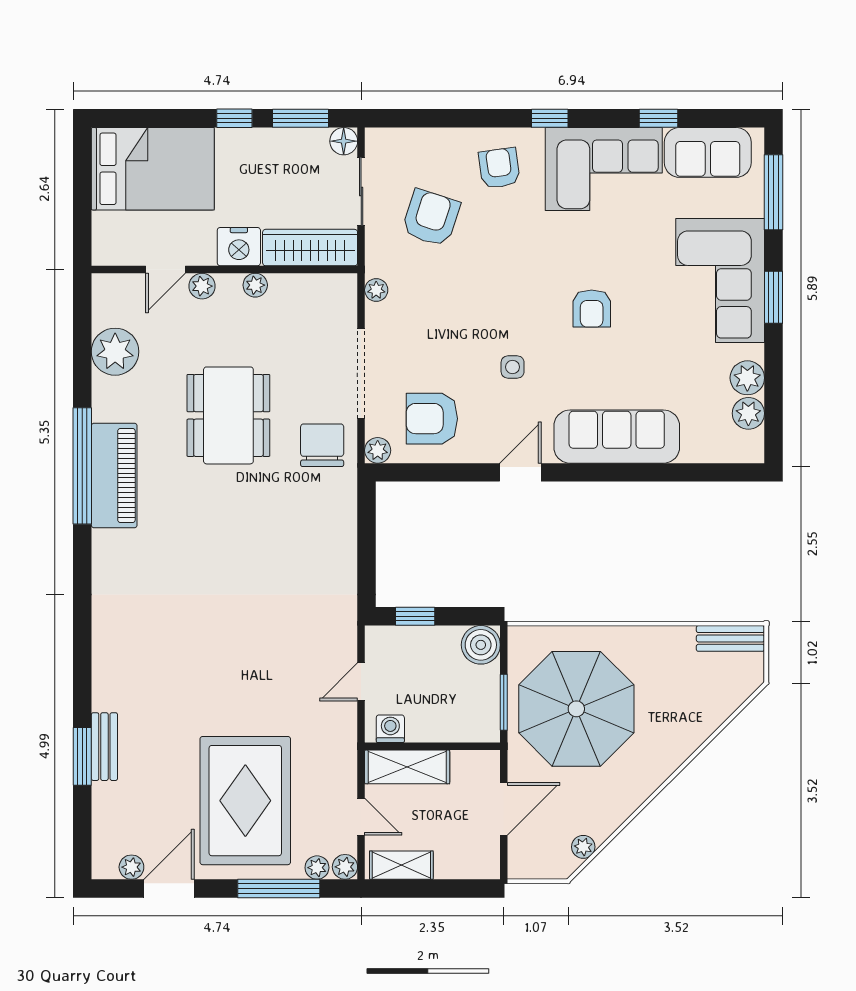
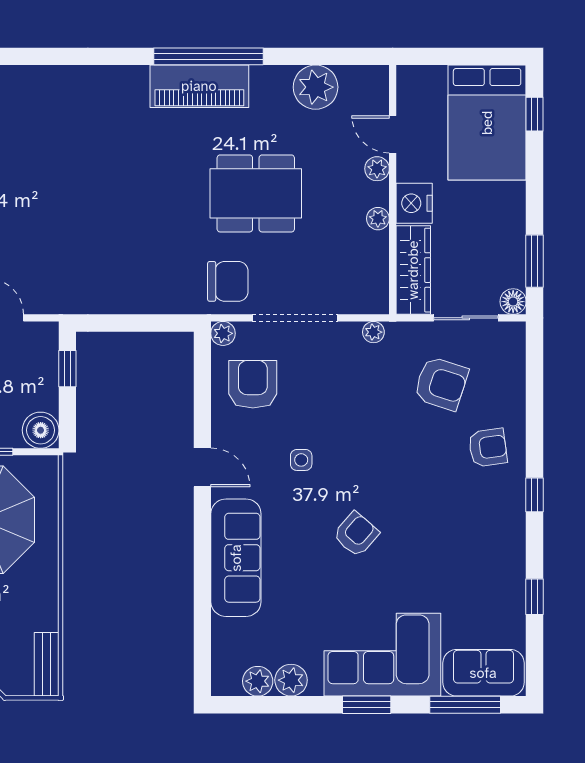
window: (234, 118) -> (535, 114), moved
sofa: (708, 152) -> (483, 673), moved, turned 90
corner sofa: (604, 169) -> (487, 545), removed
armchair: (592, 308) -> (356, 534), turned 131

